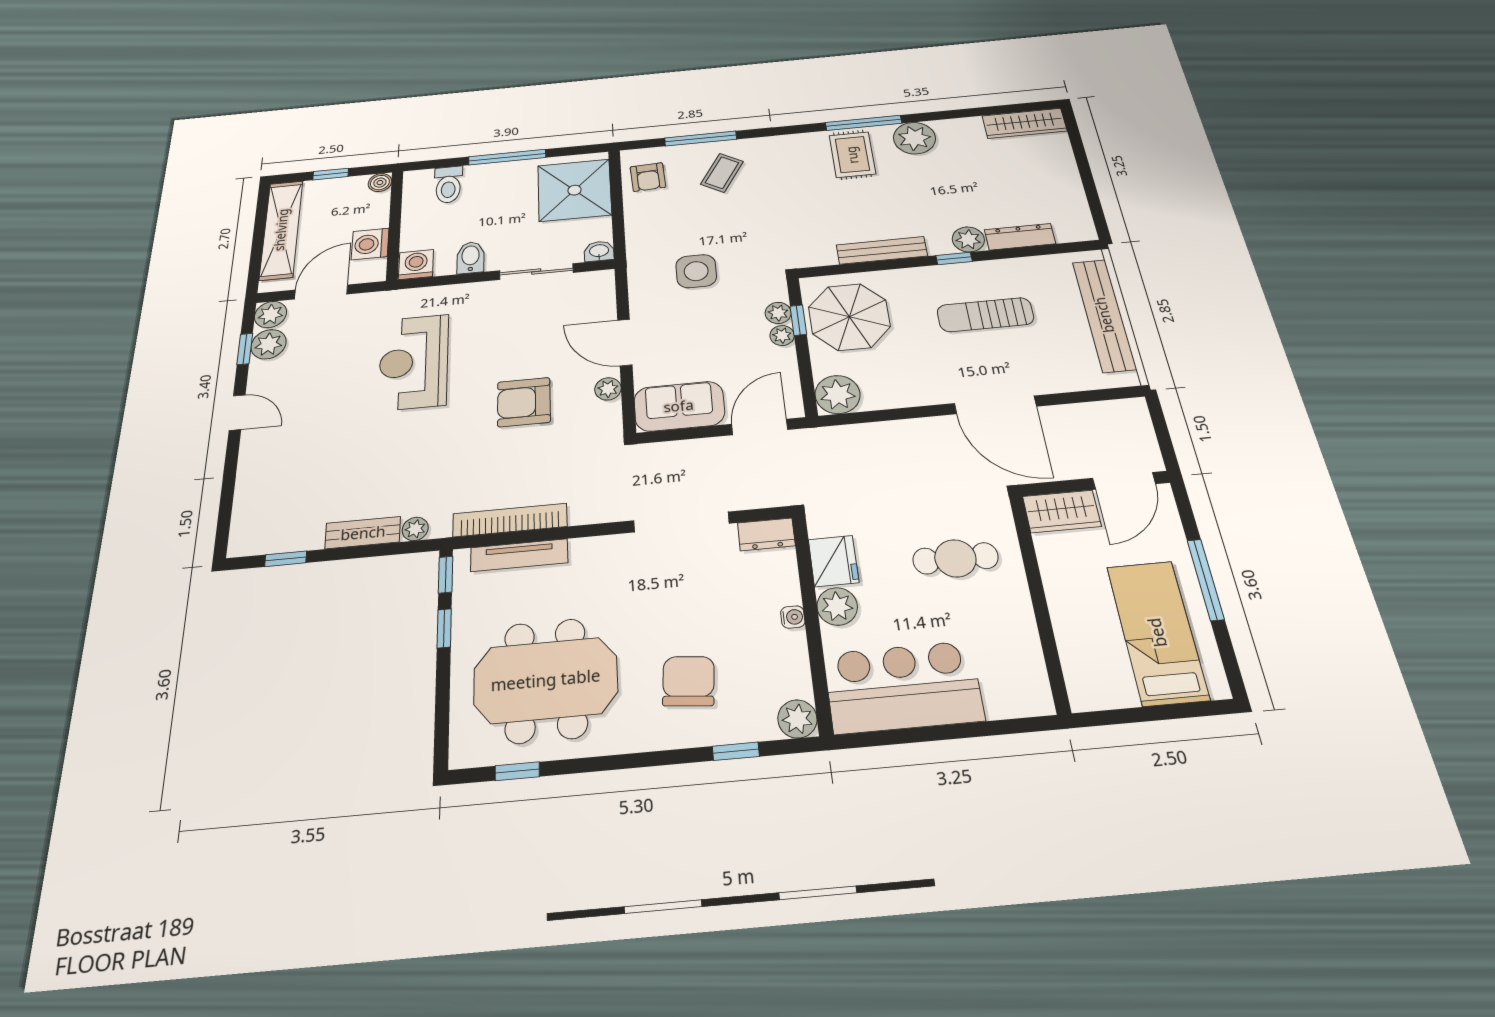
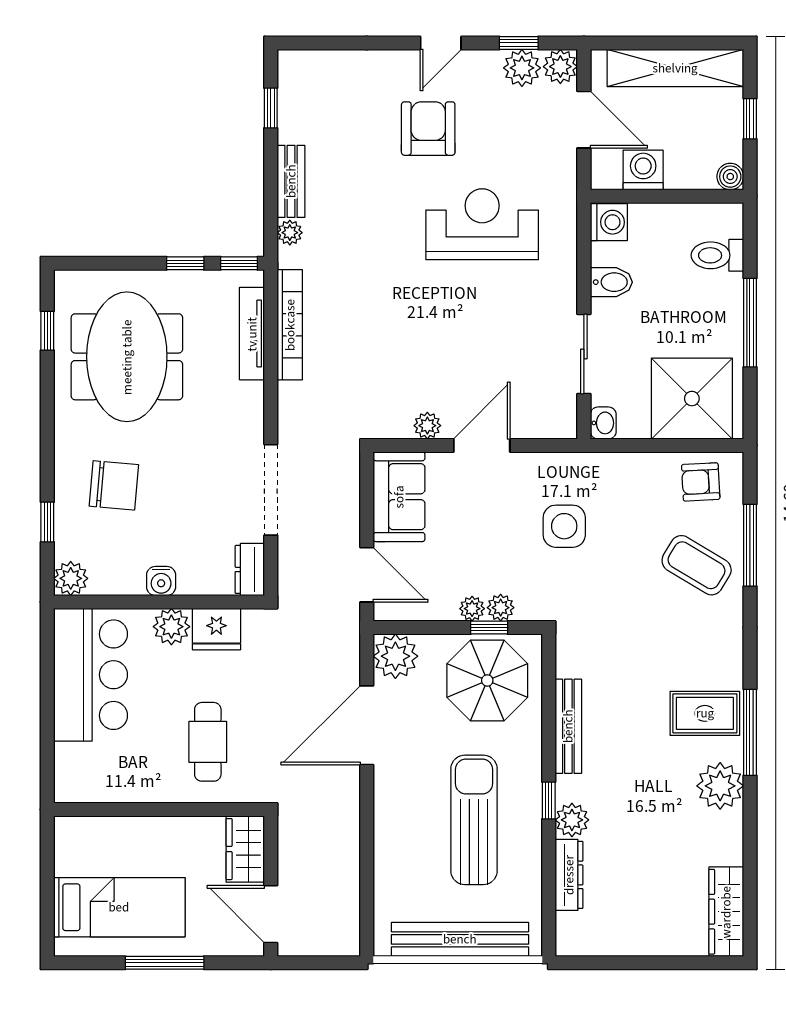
coffee table: (722, 173) -> (697, 565), width x1.36, depth x1.30
sun lounger: (985, 315) -> (474, 820), width x1.36, depth x1.34
armchair: (524, 402) -> (428, 129), moved
door: (995, 405) -> (367, 725), moved
water cooler: (793, 617) -> (161, 581), width x1.38, depth x1.38

